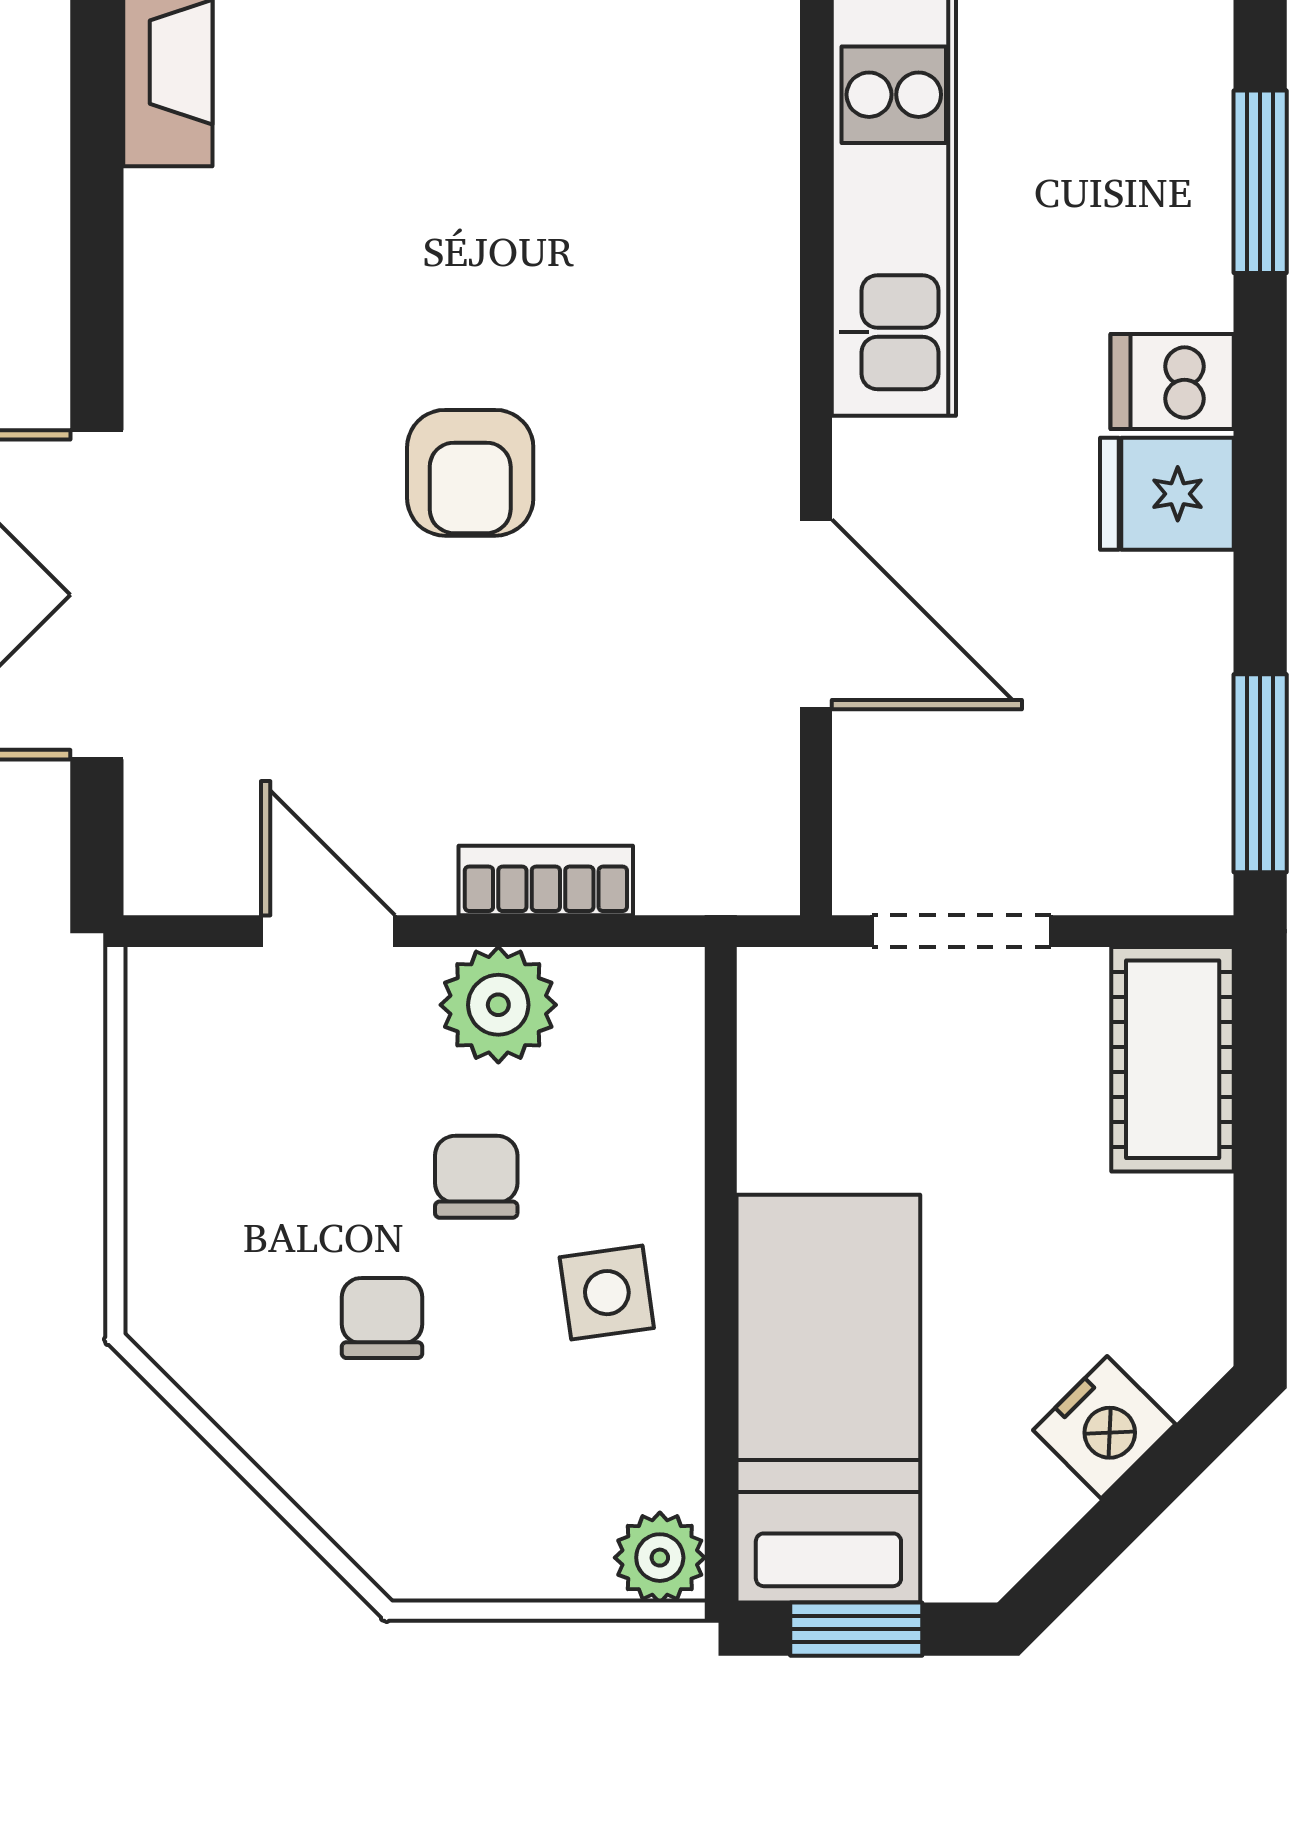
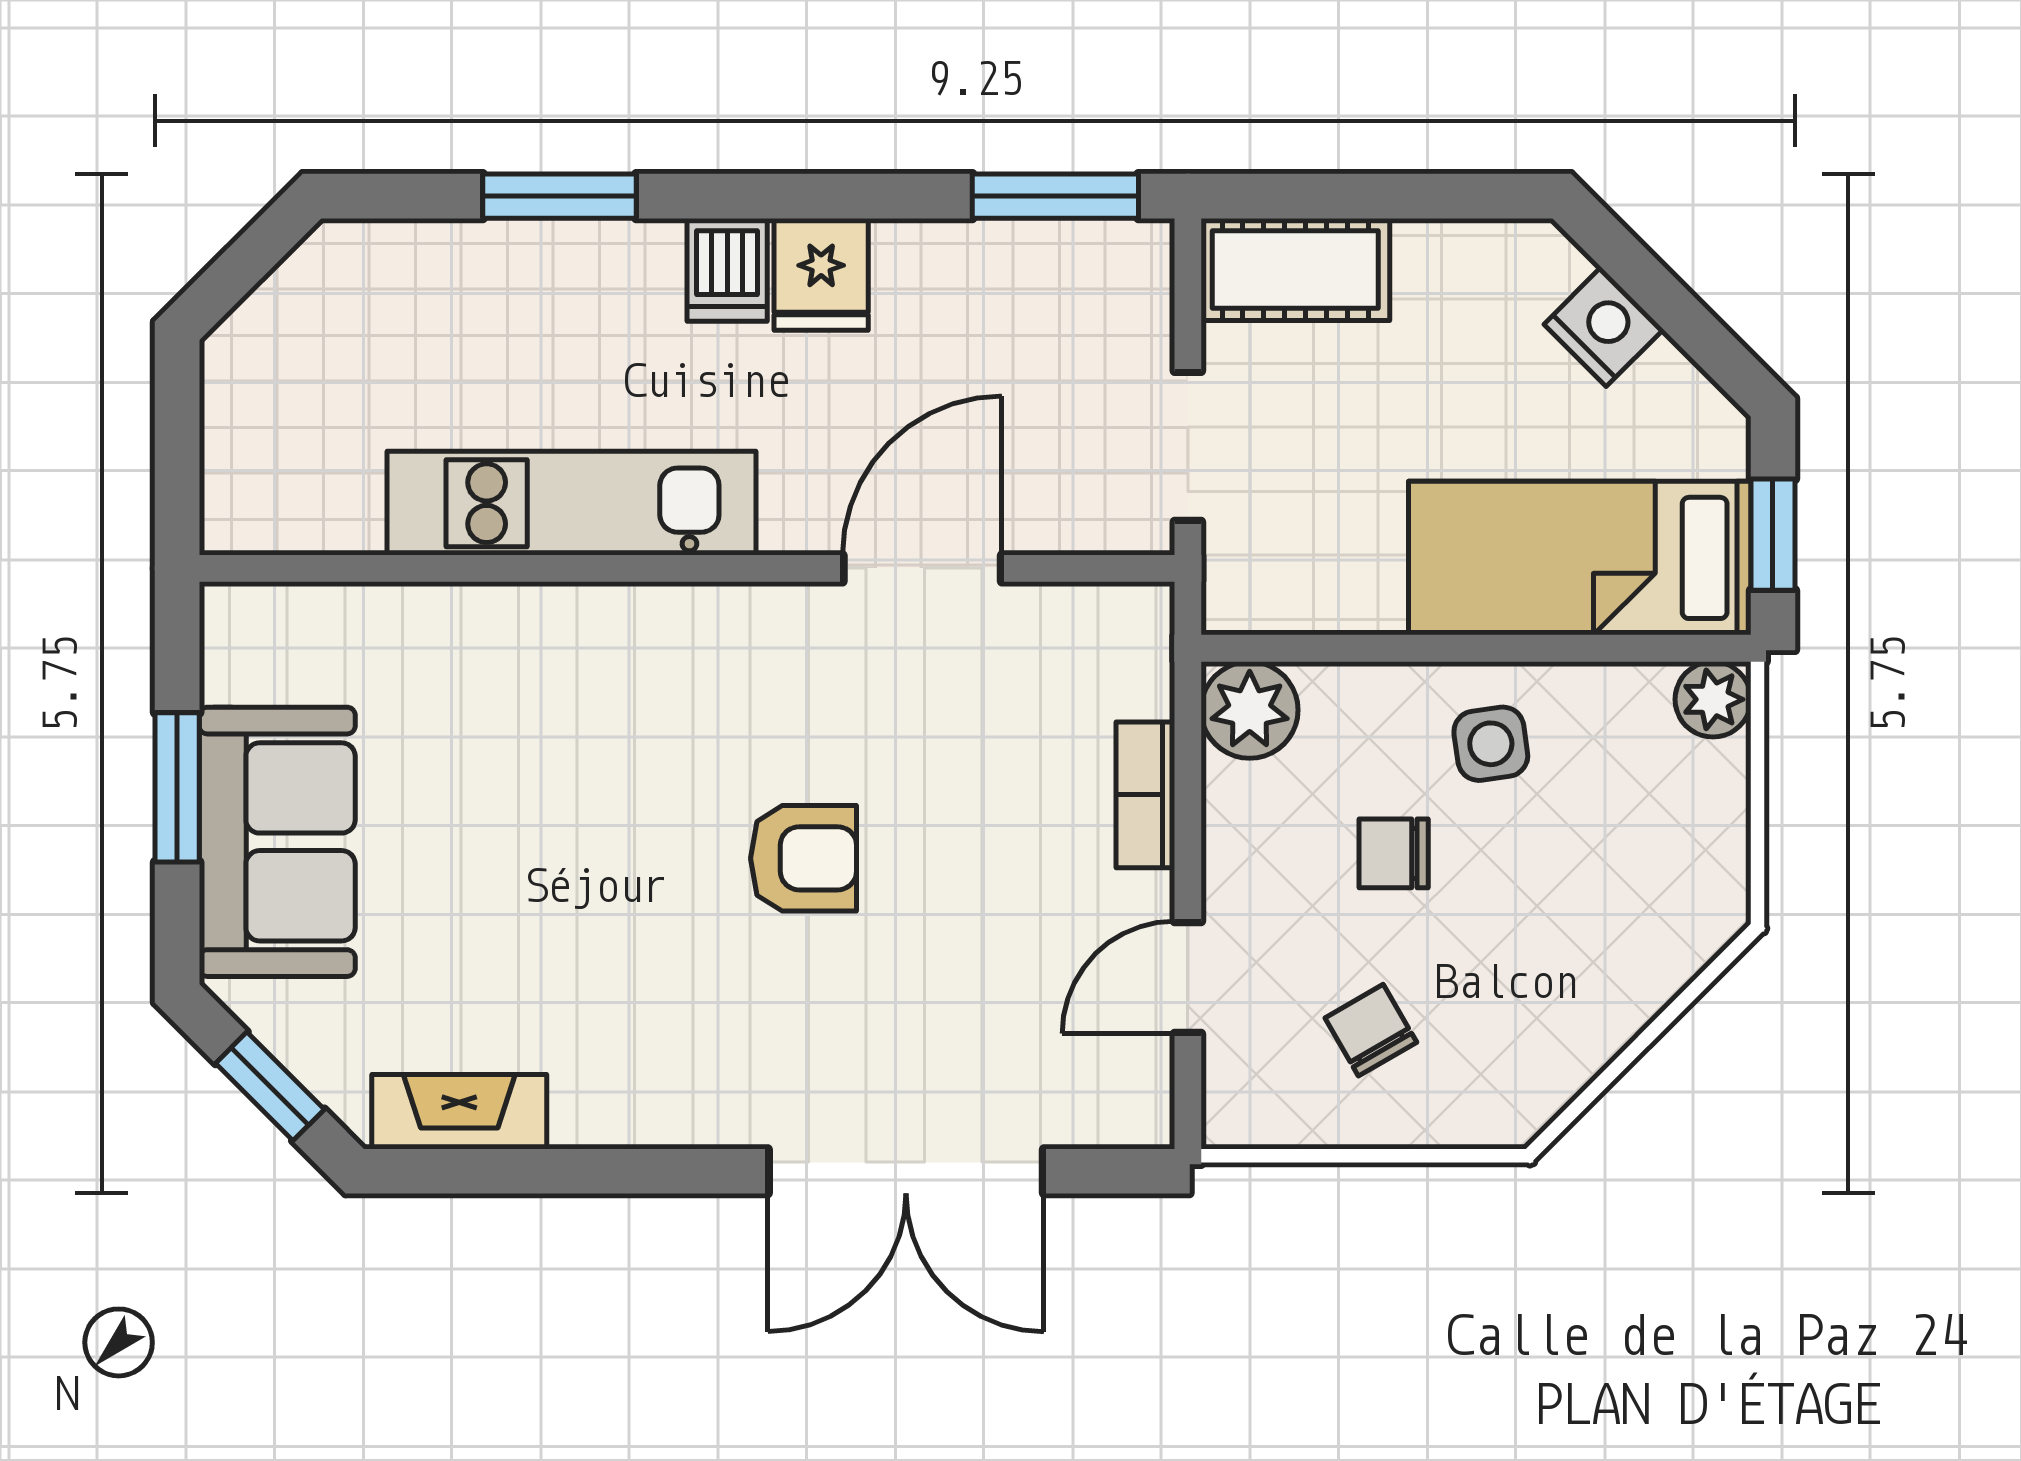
plant: (498, 1005) -> (1250, 710), moved
chair: (382, 1318) -> (1371, 1030), moved, turned 60

